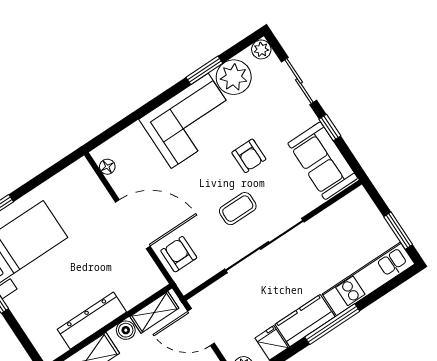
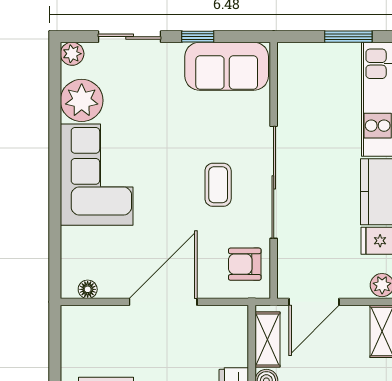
window: (204, 70) -> (55, 126), removed
armchair: (249, 156) -> (172, 138), removed
armchair: (179, 254) -> (245, 264), moved

